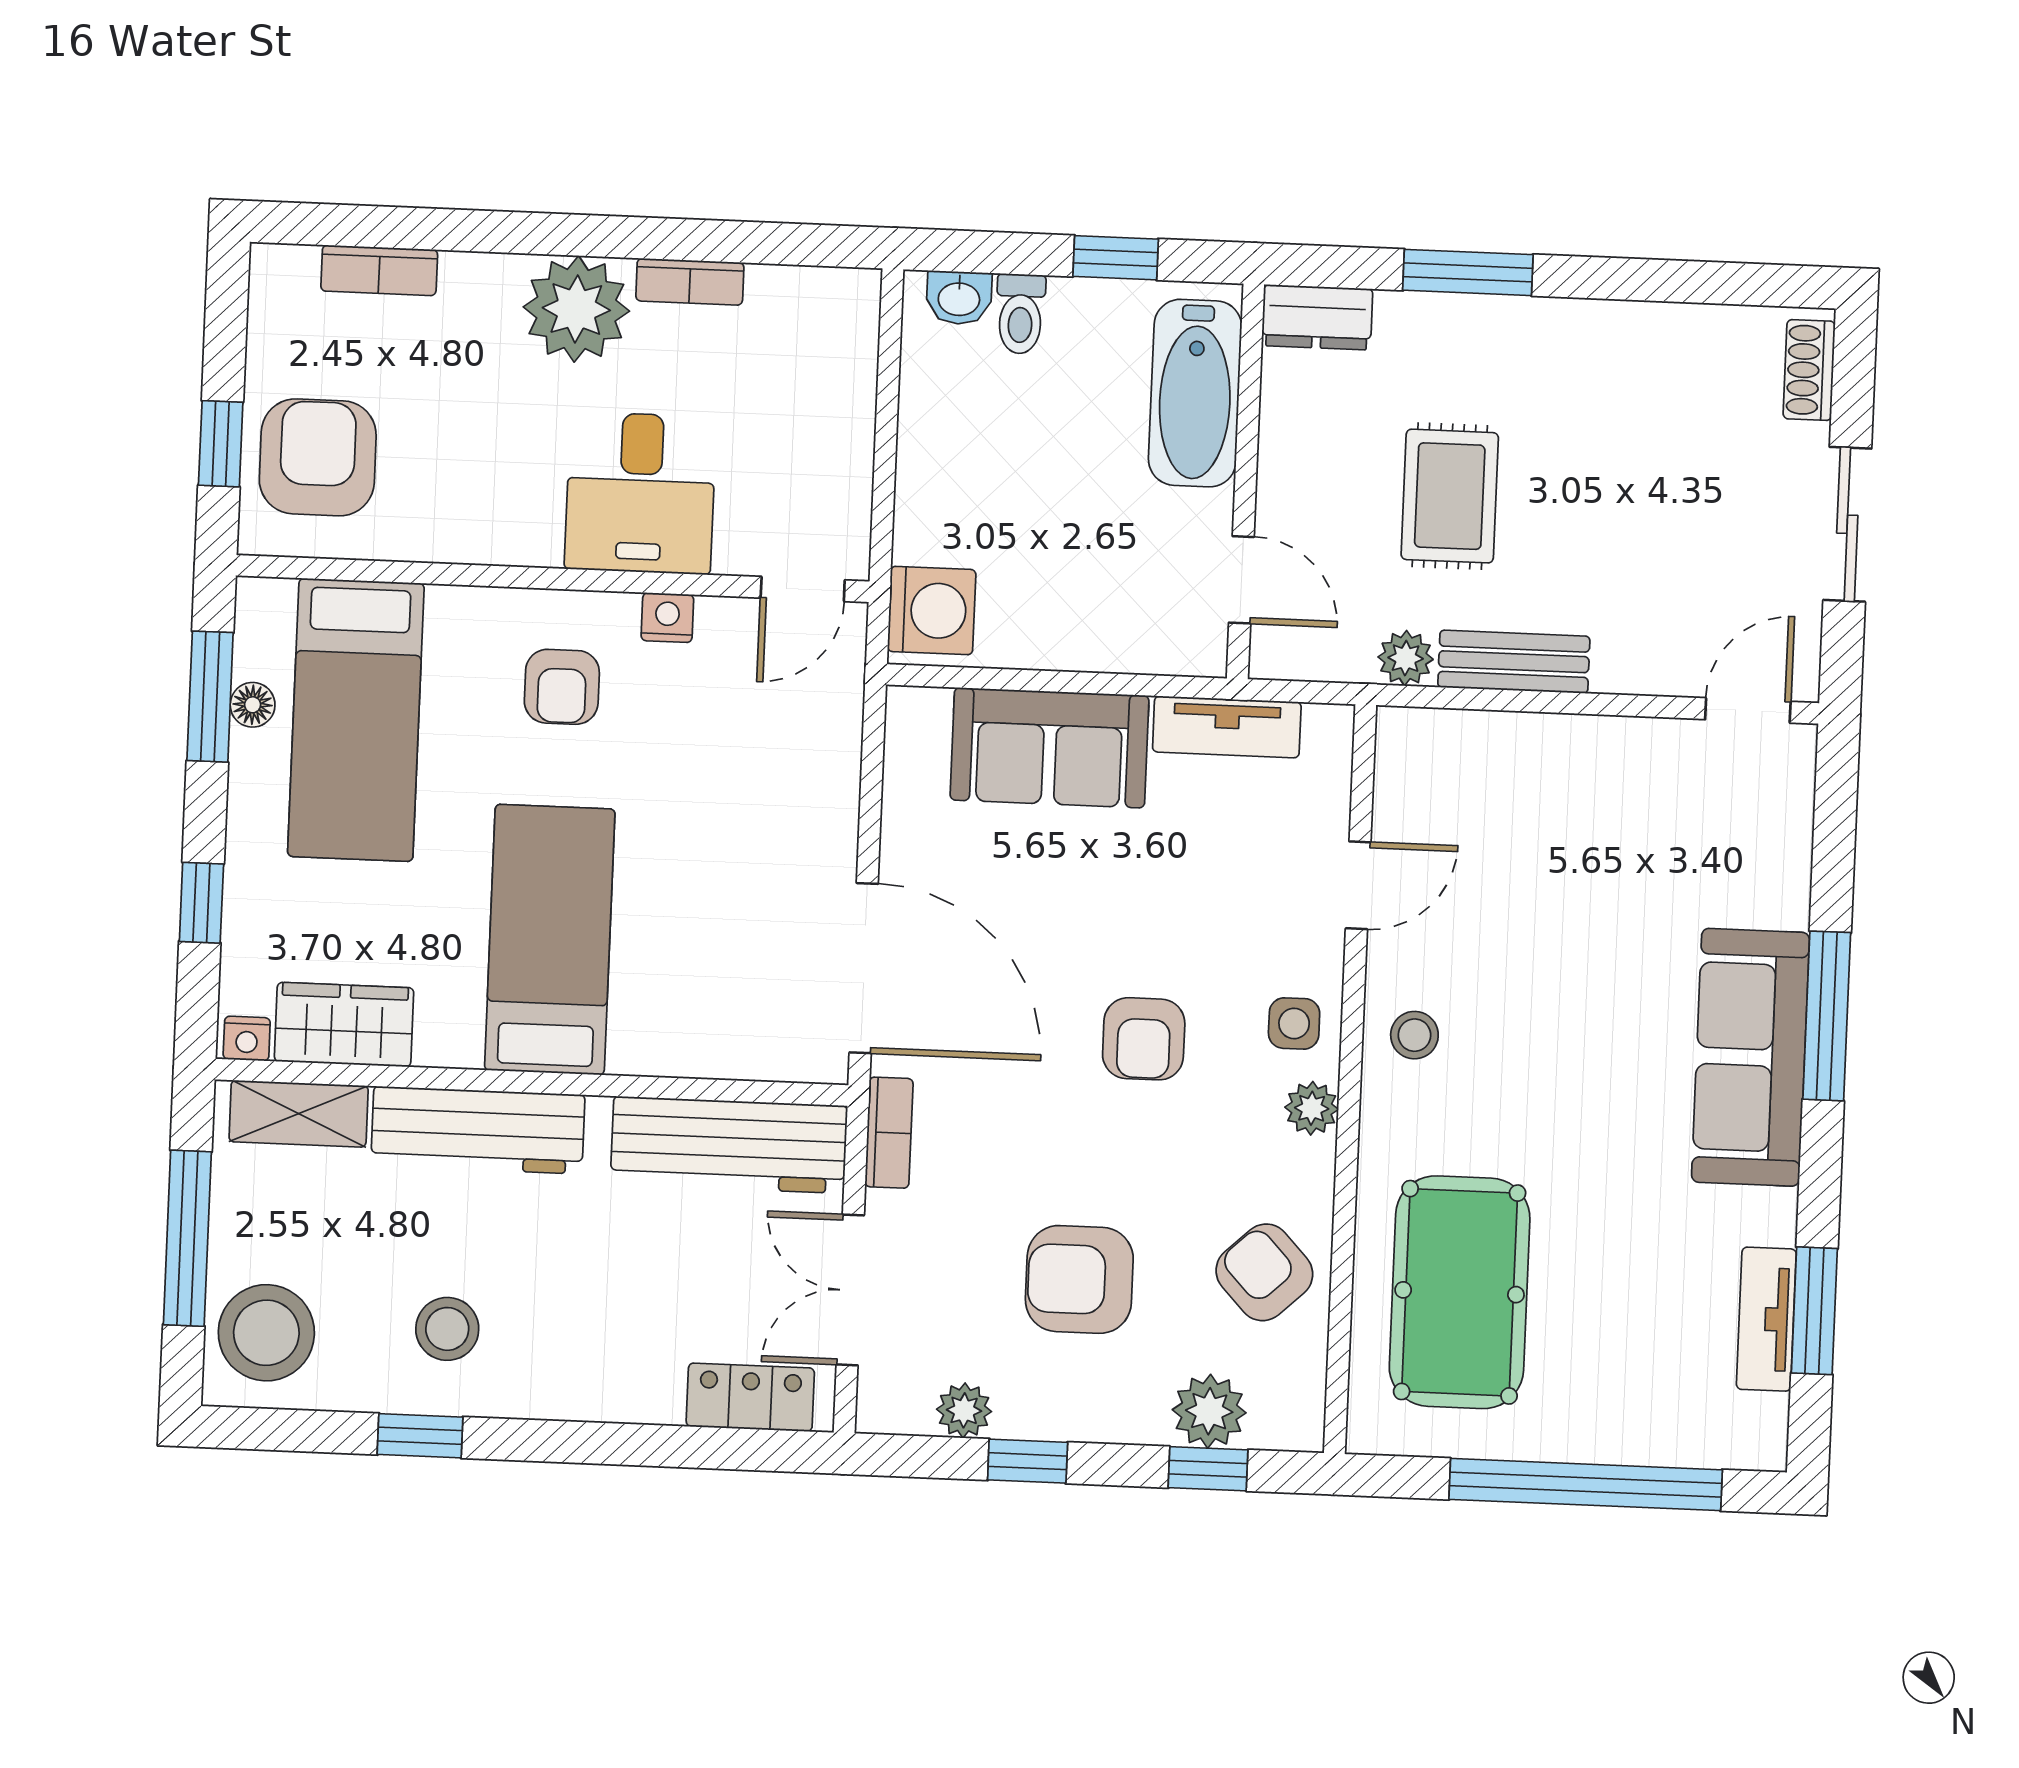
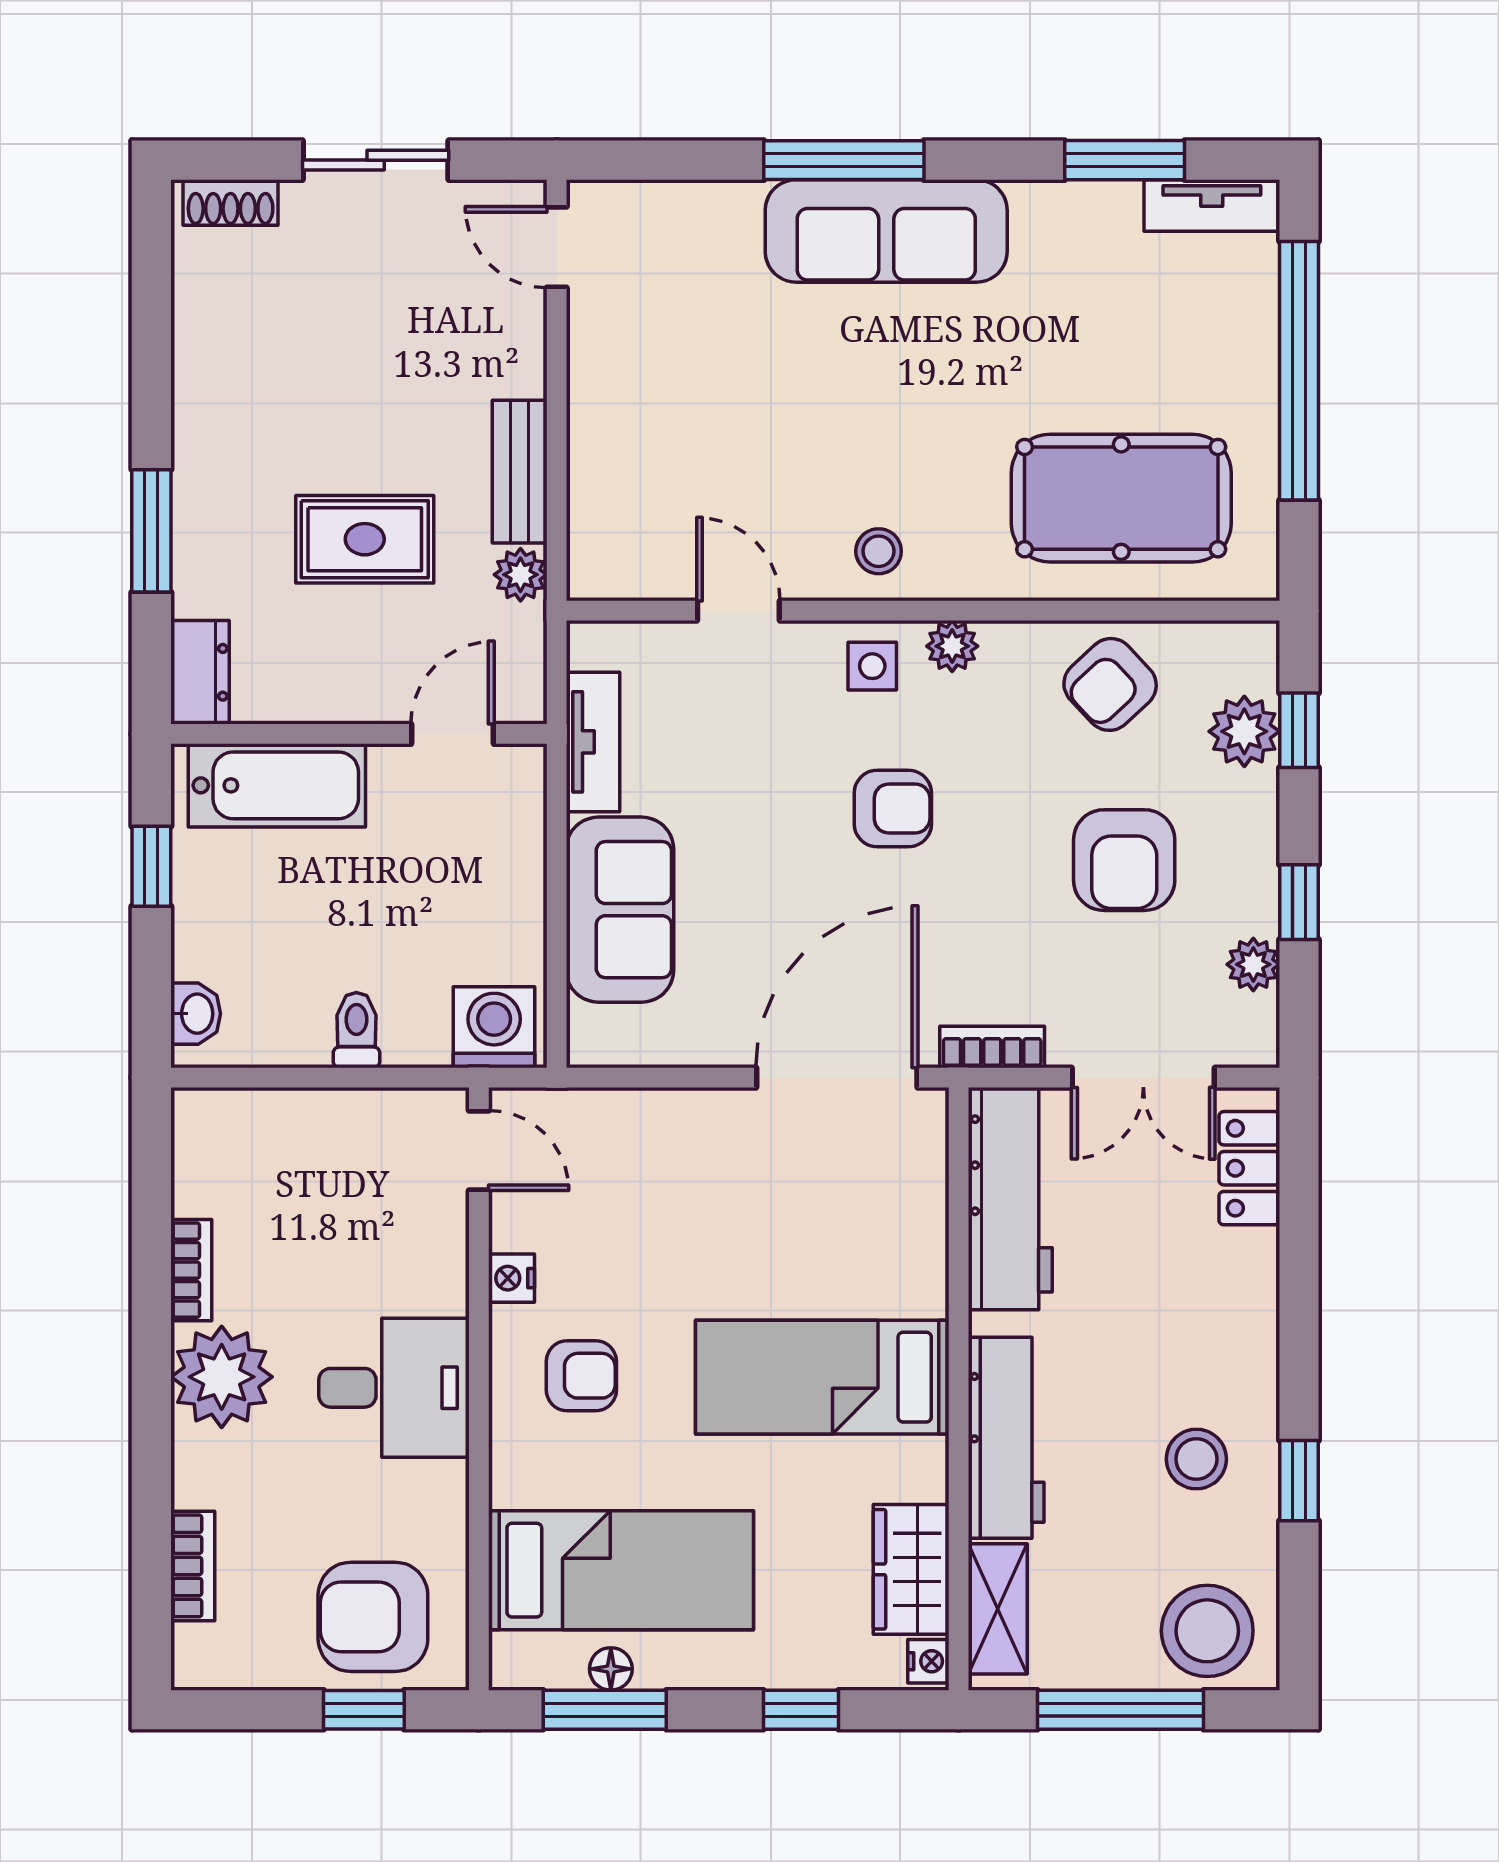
toilet: (1020, 314) -> (356, 1030), moved, turned -90
desk: (640, 493) -> (394, 1388), moved
tv unit: (1766, 1319) -> (1212, 205), moved

